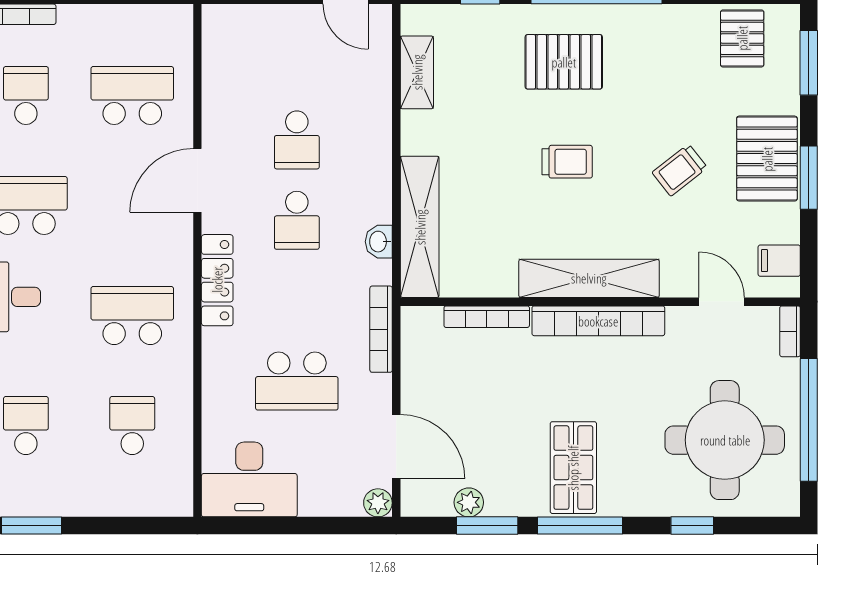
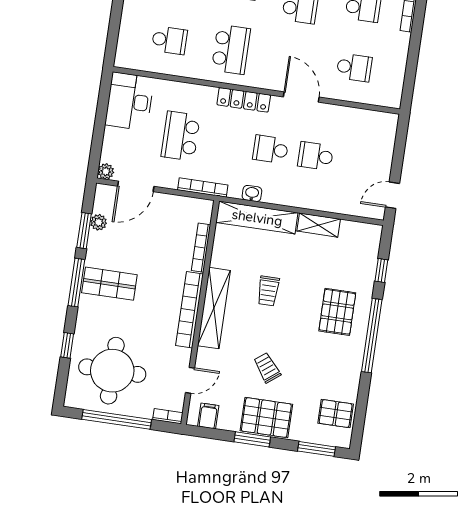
shelving: (417, 72) -> (319, 225), moved
school desk: (132, 95) -> (354, 68), width x0.54
trolley: (567, 162) -> (268, 291), moved

